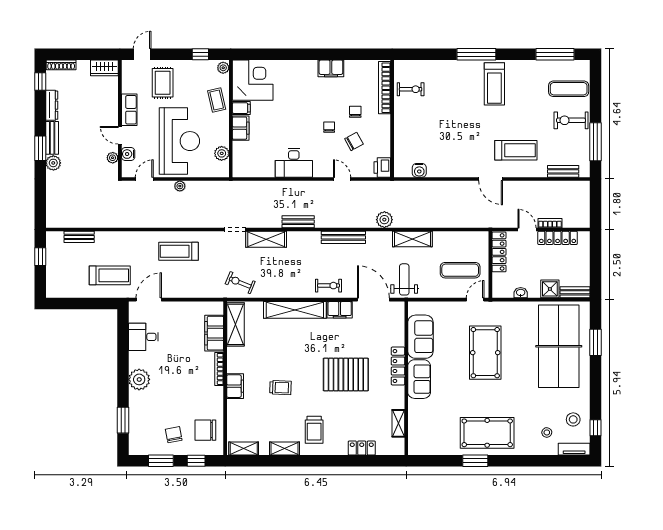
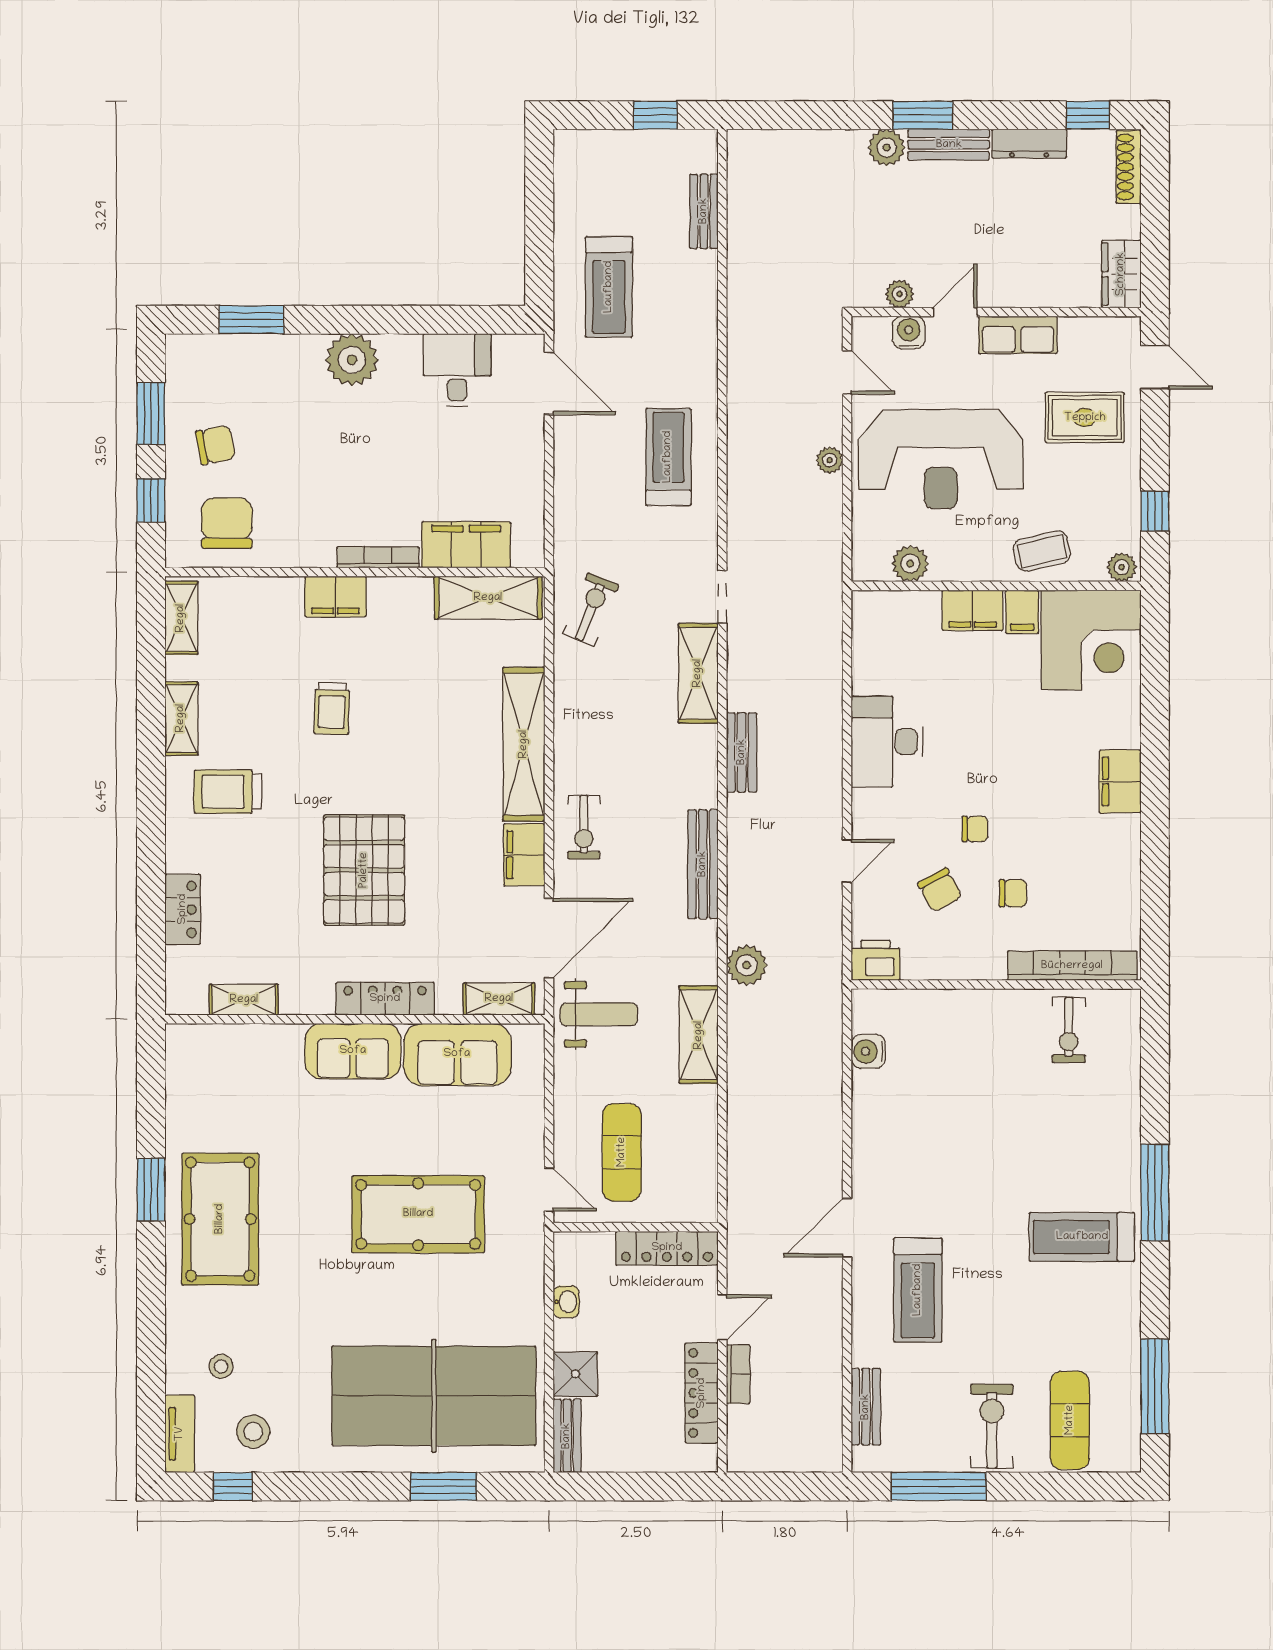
filing cabinet: (331, 68) -> (1120, 781), moved
shelving: (398, 320) -> (499, 999), added

